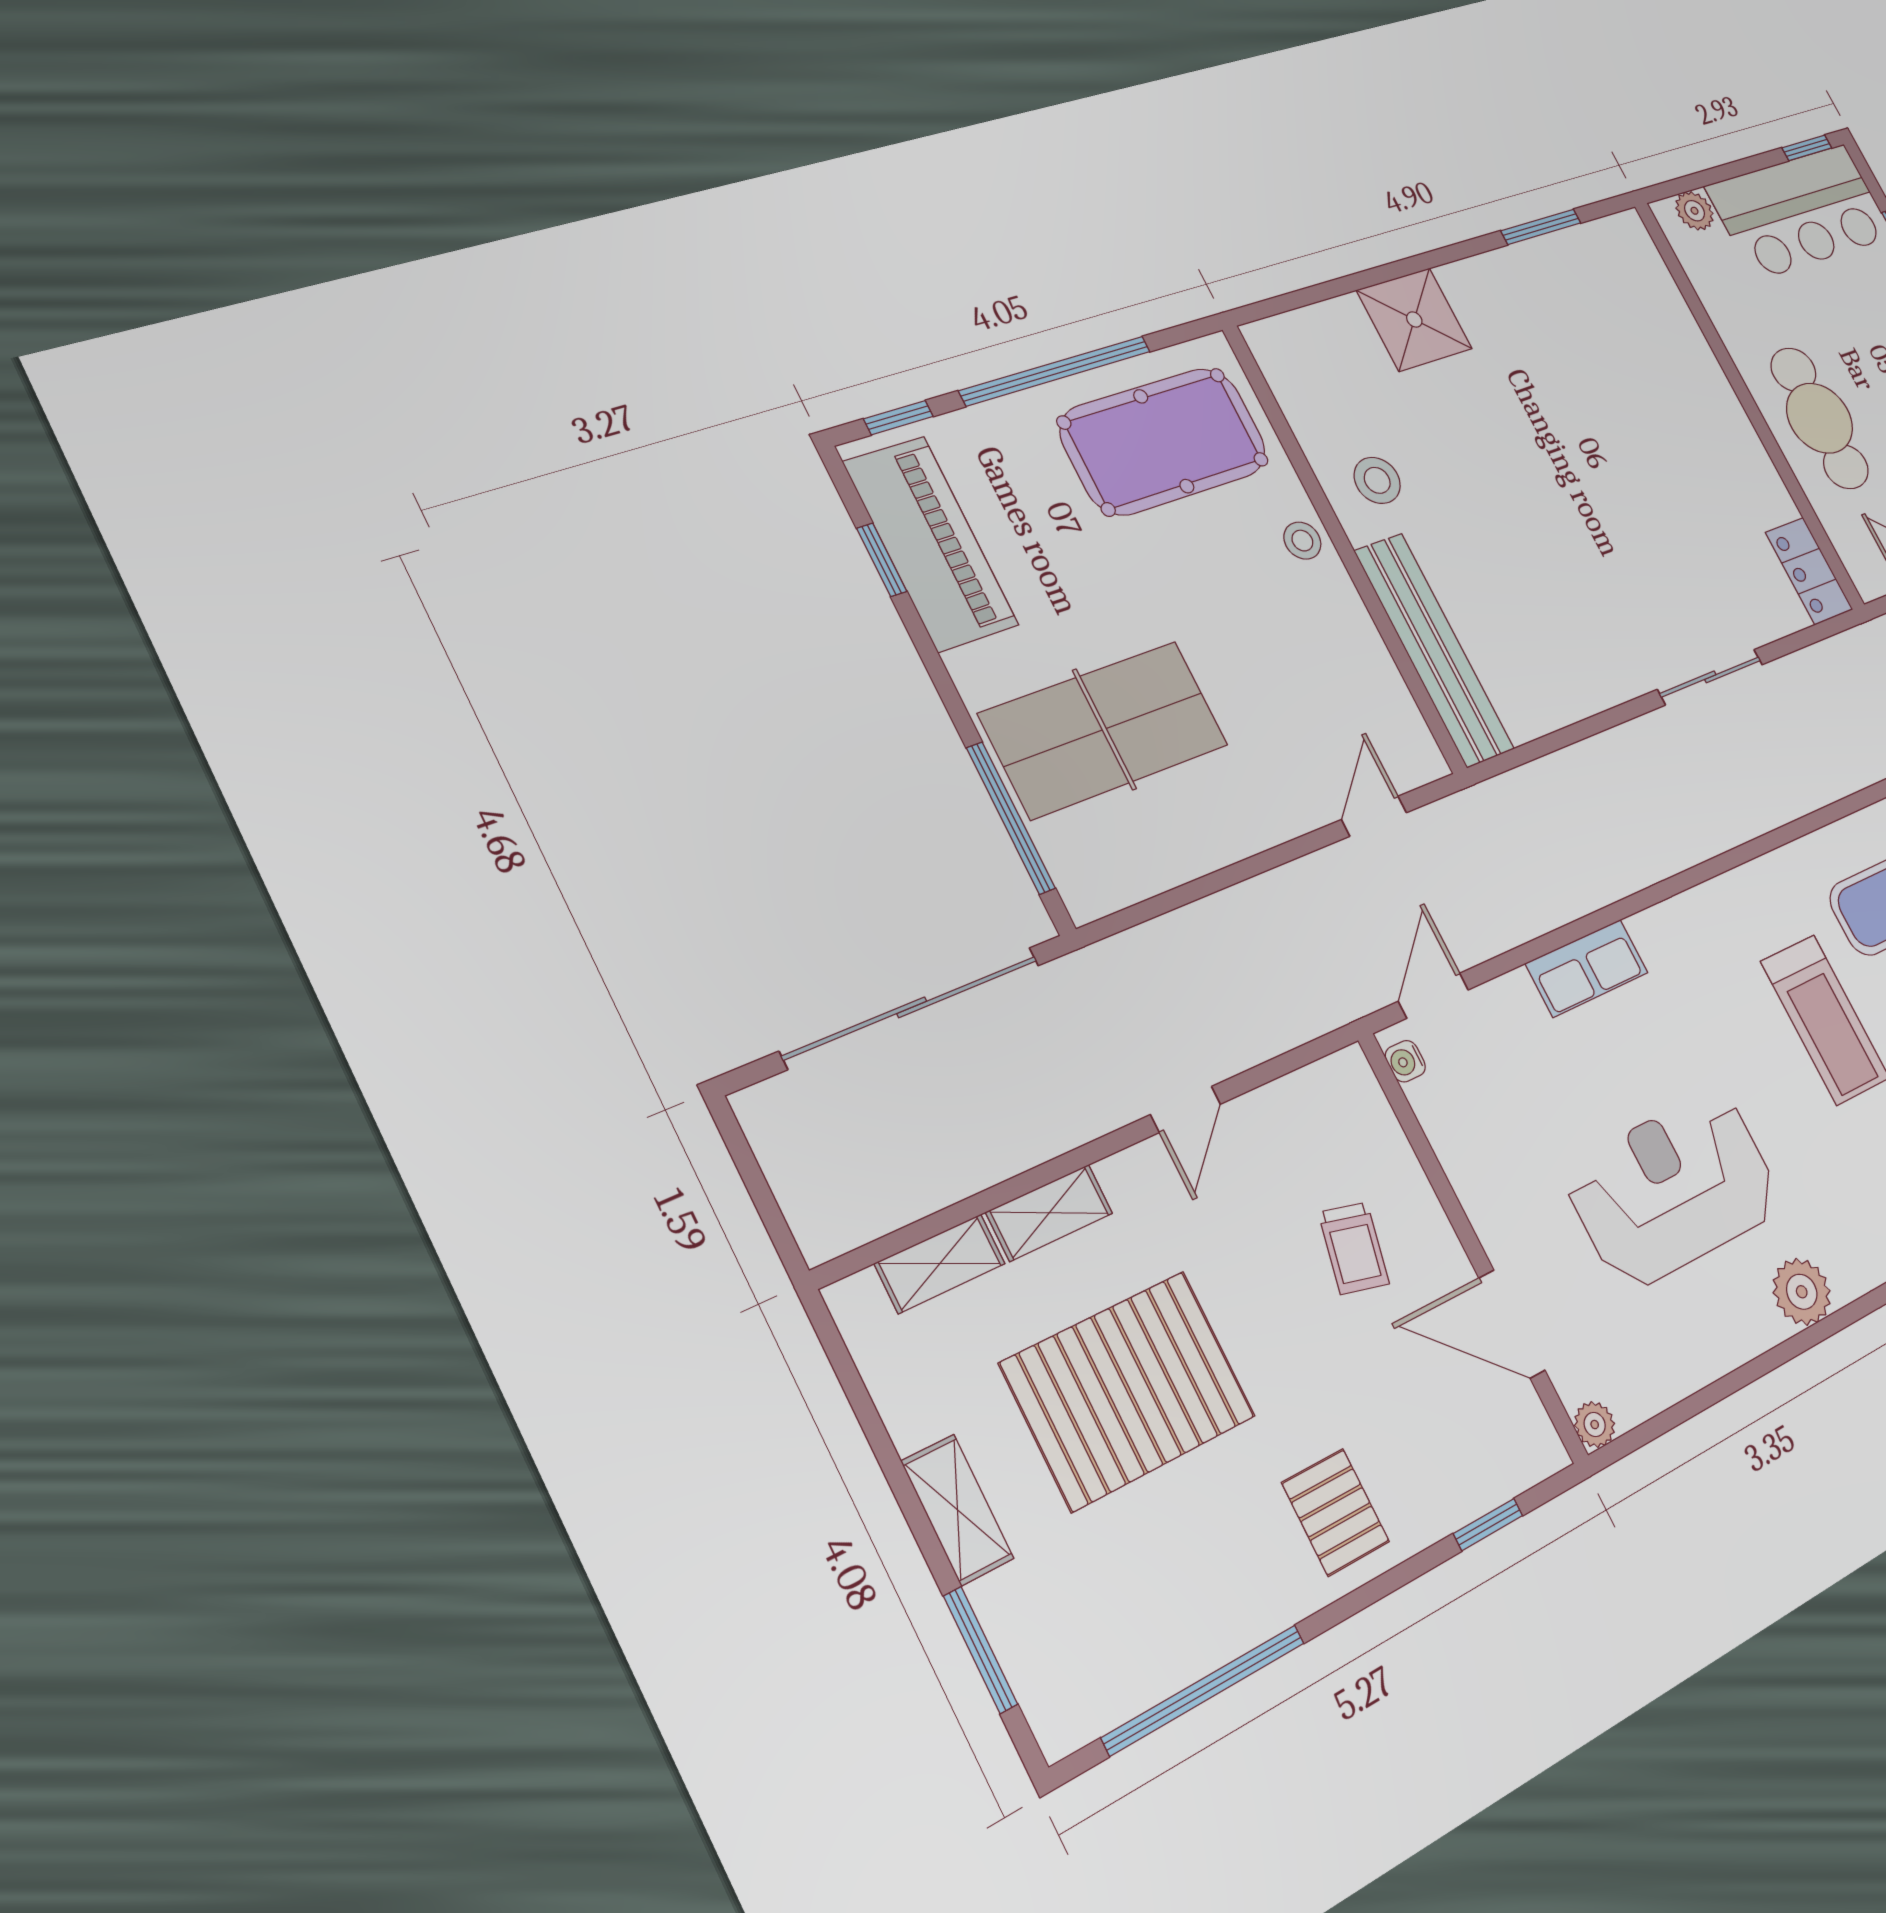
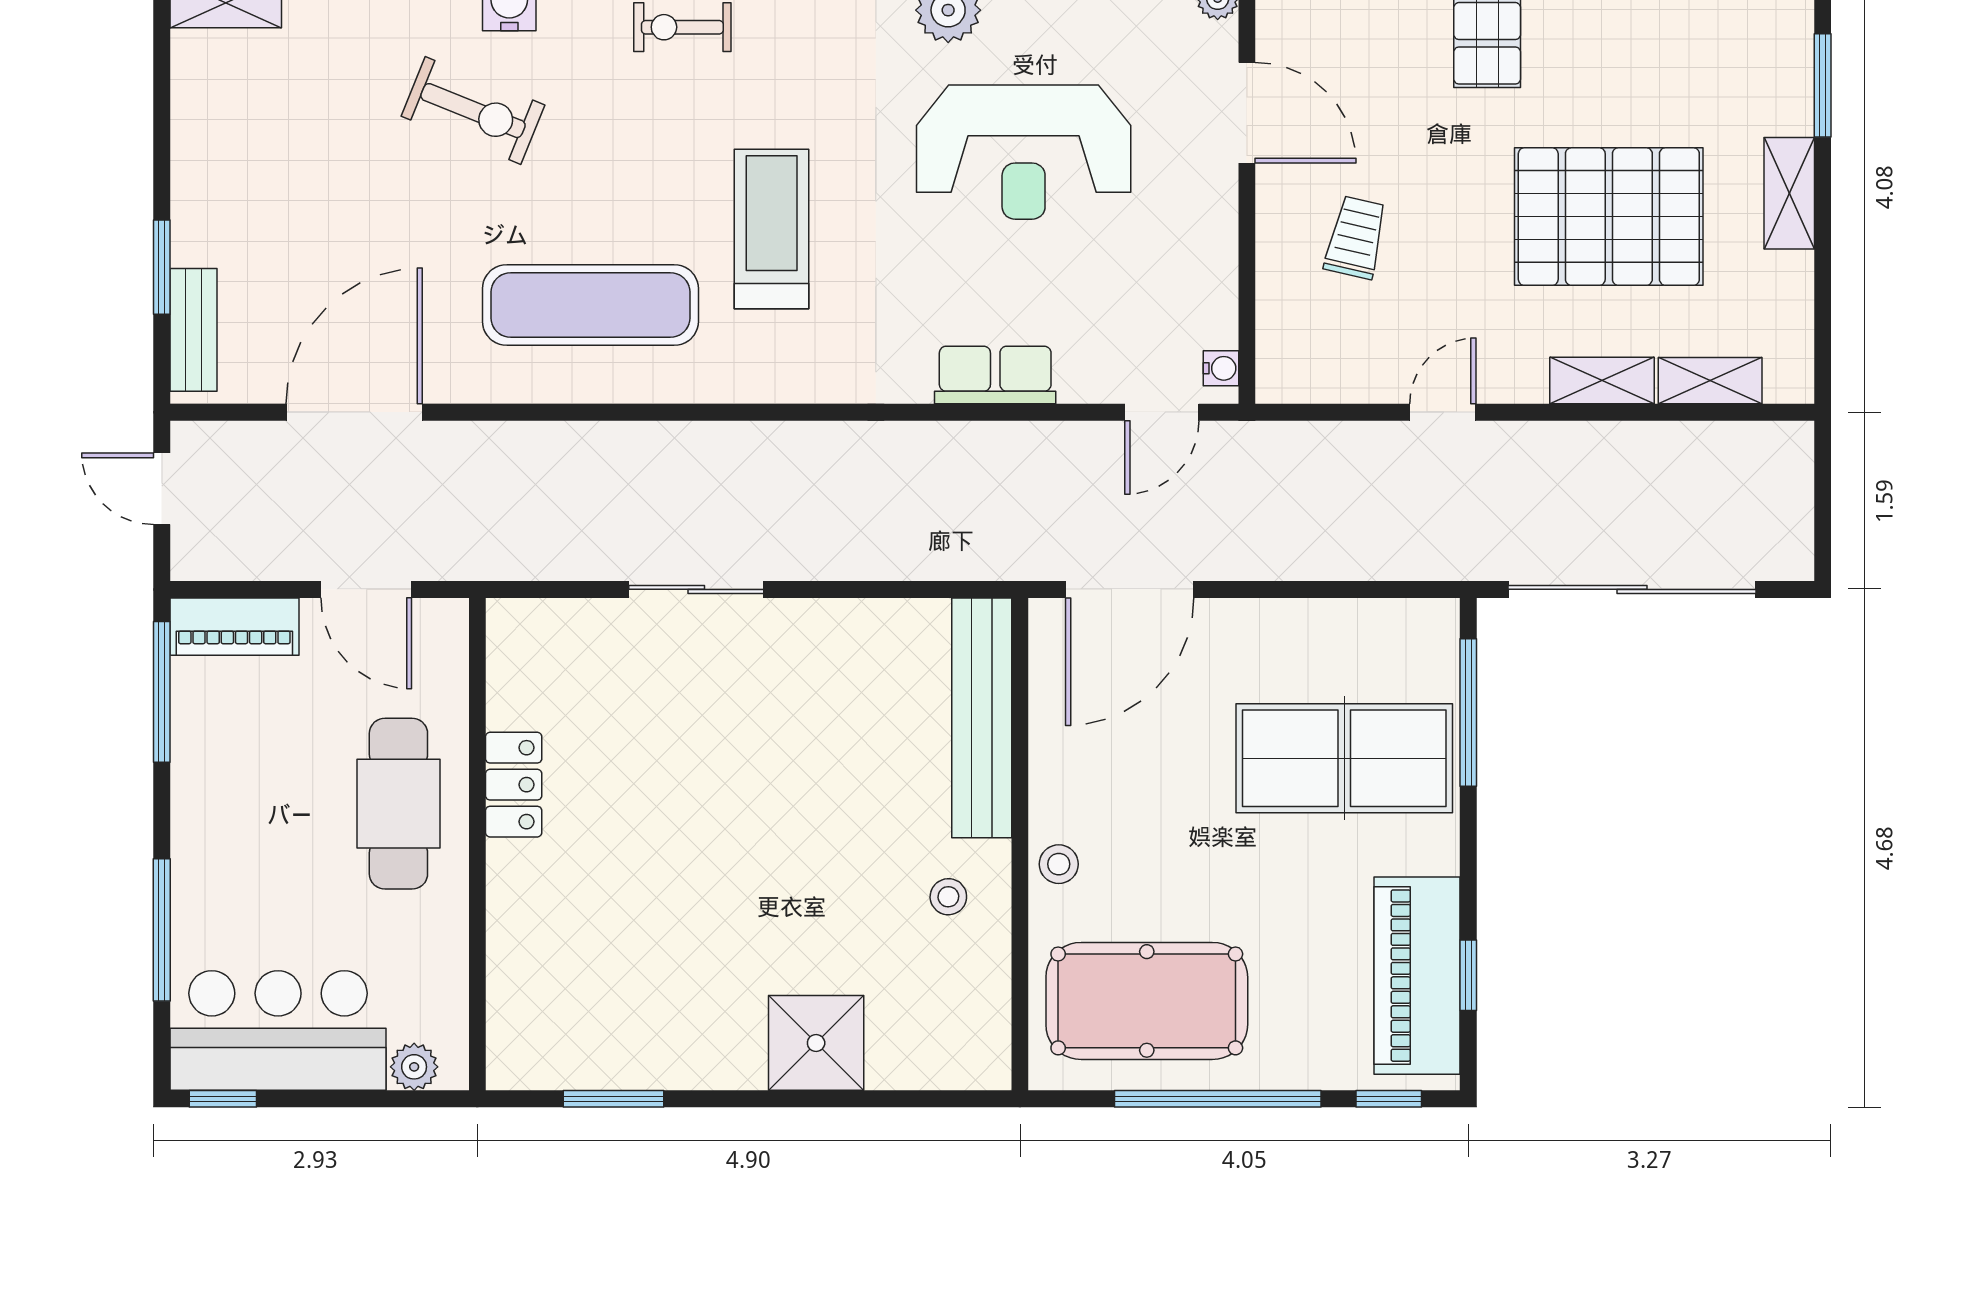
stool: (1377, 480) -> (948, 897), width x0.73, depth x0.73
locker: (1809, 571) -> (514, 785), moved
door: (1374, 816) -> (1130, 589), width x1.87

